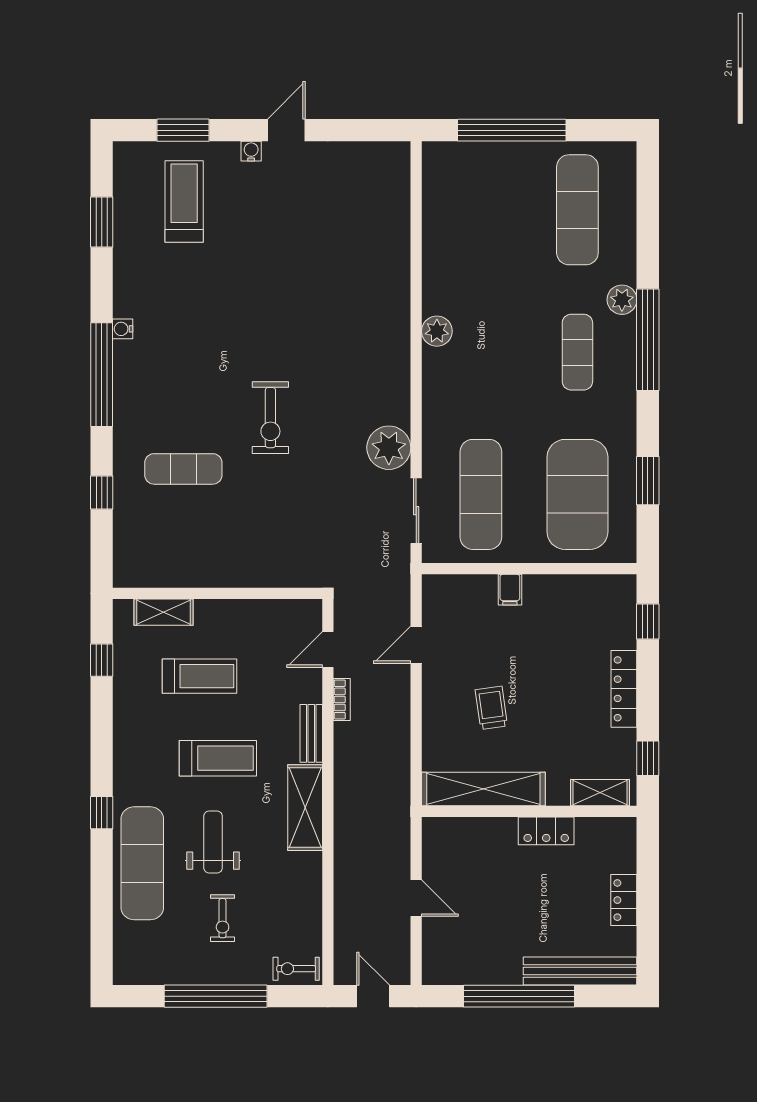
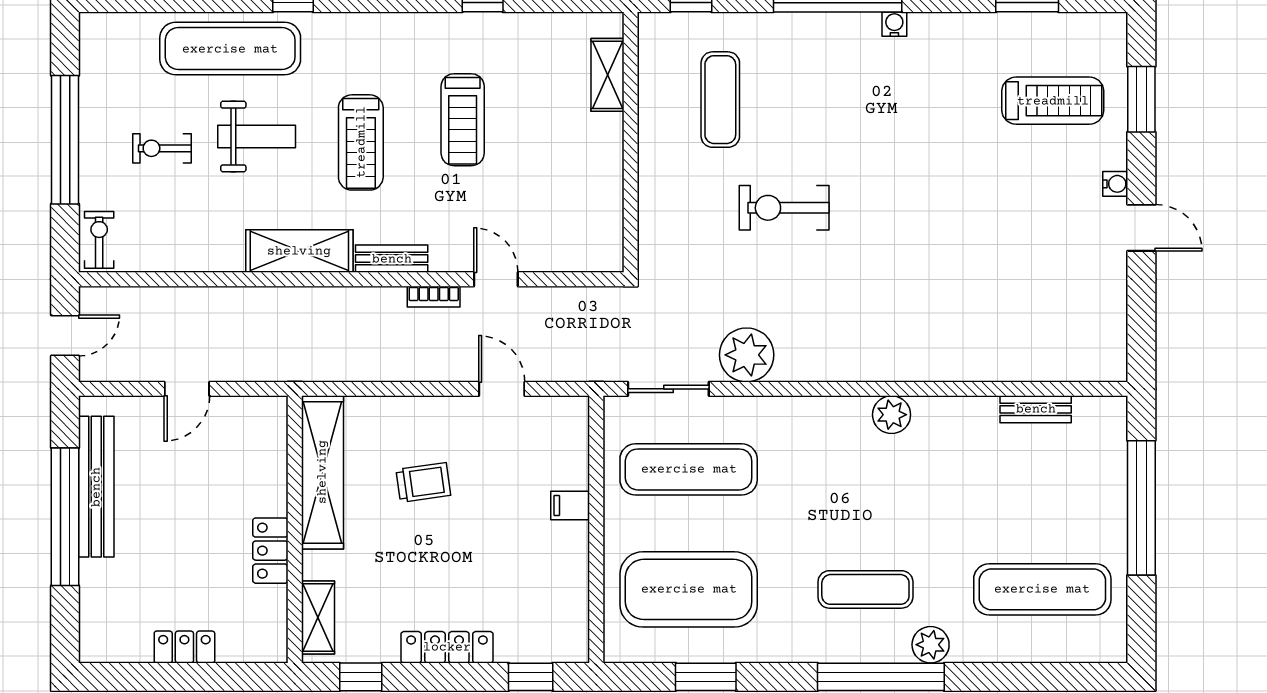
bench: (433, 215) -> (1036, 409), added
wall: (217, 593) -> (631, 142), moved
shelving: (163, 612) -> (607, 75), moved
bench: (580, 971) -> (96, 487), moved

